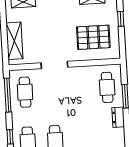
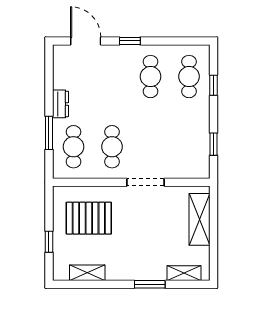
cafe table: (25, 92) -> (112, 147), moved
window: (8, 95) -> (214, 144), width x0.46

